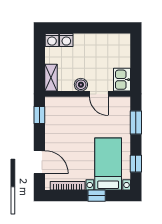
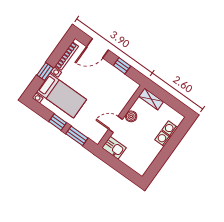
washing machine: (52, 40) -> (163, 139), moved
window: (39, 115) -> (122, 66), moved
window: (136, 164) -> (58, 122), moved

